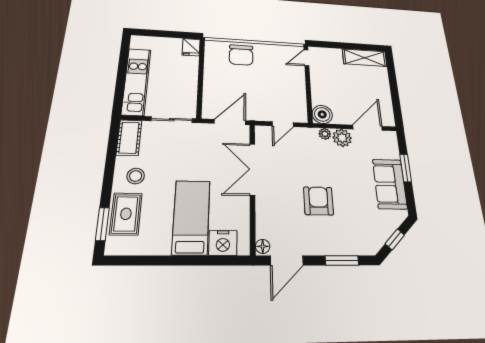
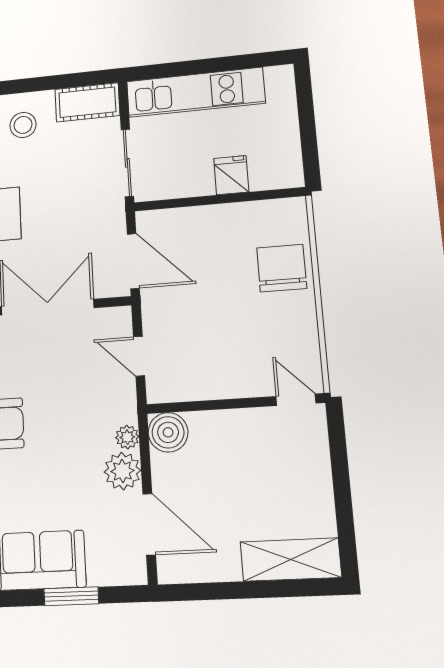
fridge: (191, 47) -> (231, 175), moved, turned 90
chair: (241, 55) -> (282, 268), turned 90
shelving: (365, 58) -> (291, 560), moved, turned 90

